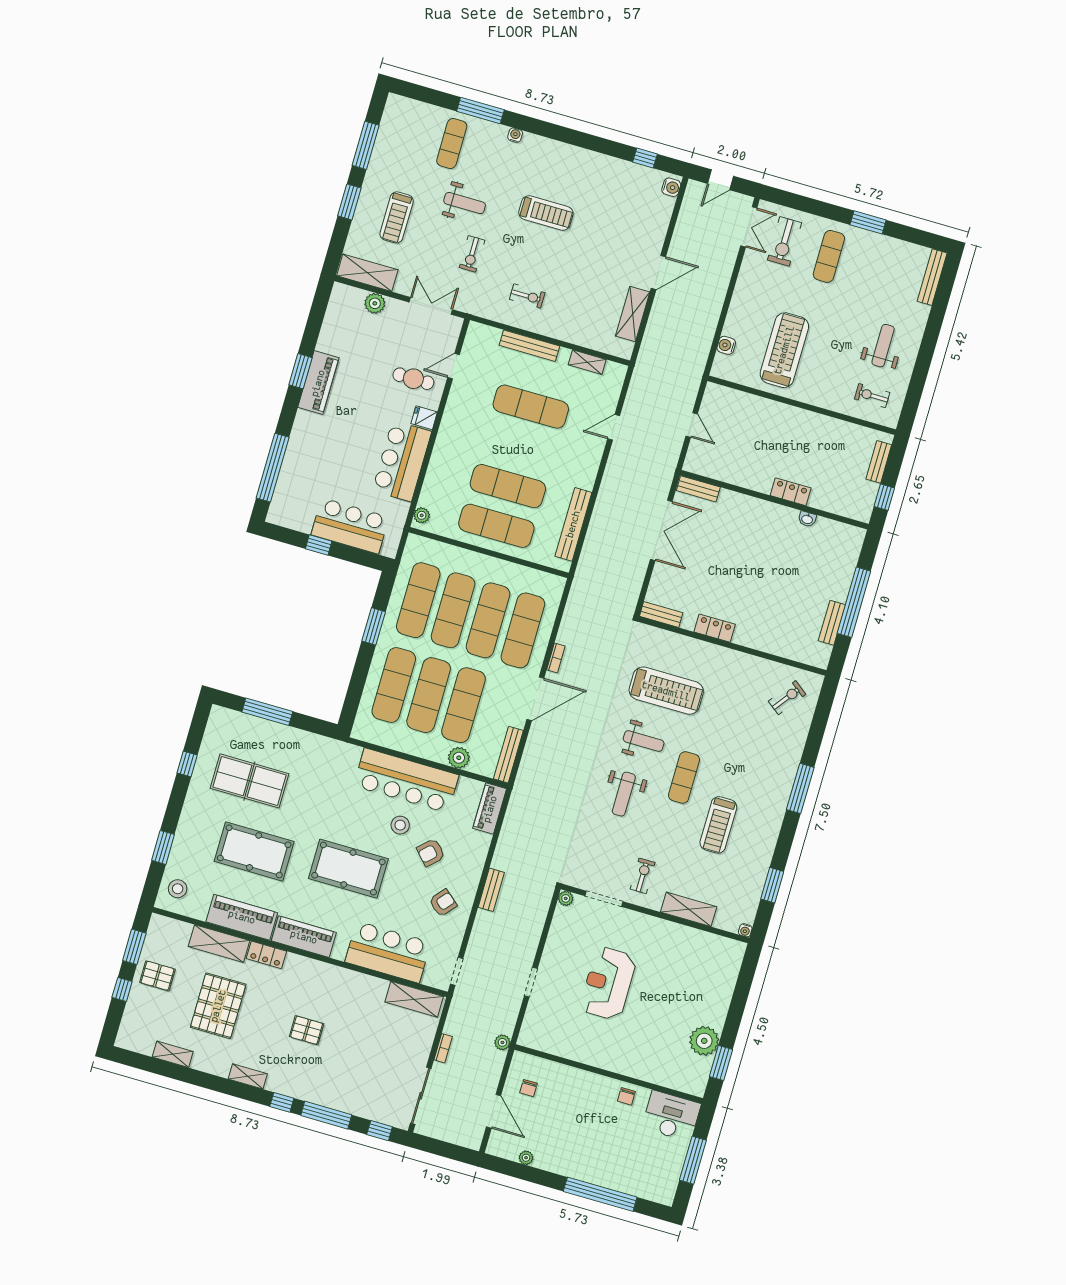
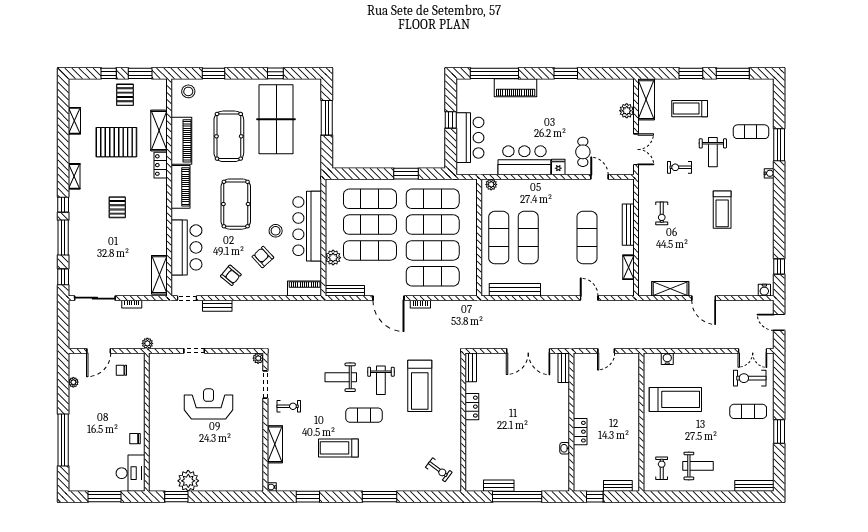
piano: (318, 383) -> (516, 88), moved
table tennis table: (250, 781) -> (276, 119), width x1.36, depth x1.32
bench: (491, 890) -> (217, 306), moved

